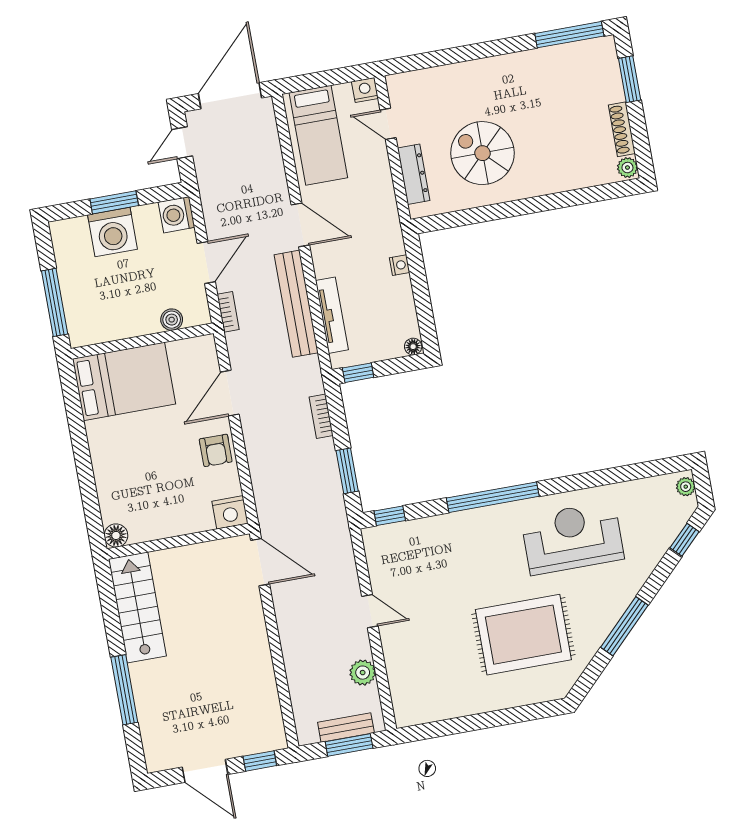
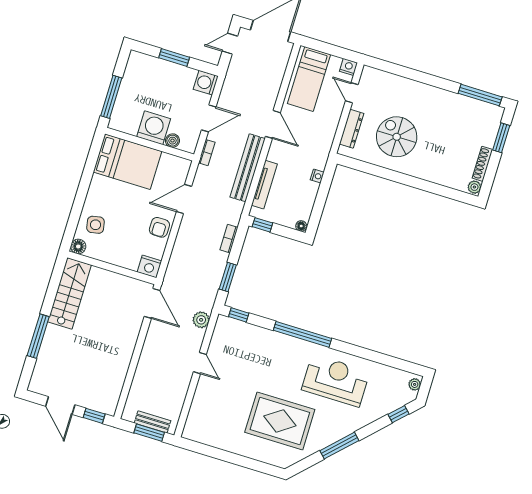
washing machine: (112, 232) -> (154, 128), moved, turned 180
side table: (124, 493) -> (96, 225), added
plant: (363, 673) -> (201, 320), moved

